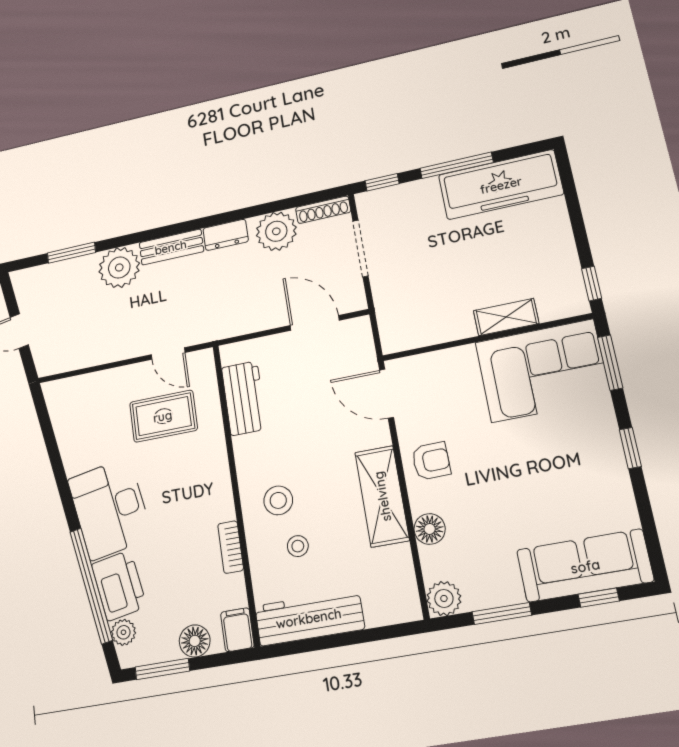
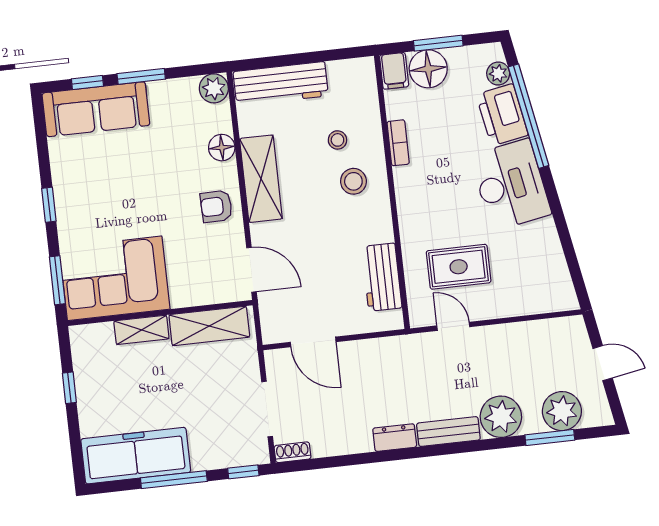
shoe rack: (323, 210) -> (293, 452), width x0.70
plant: (276, 231) -> (562, 411), moved
window: (592, 284) -> (69, 388), moved
shelving: (430, 329) -> (209, 326), added
window: (502, 614) -> (141, 76), moved
workbench: (309, 618) -> (281, 84), moved
floor lamp: (195, 641) -> (428, 69), width x1.38, depth x1.38
window: (162, 669) -> (438, 43), moved

